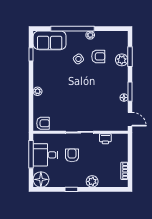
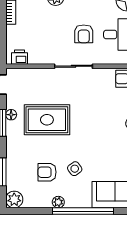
plant: (122, 60) -> (14, 199), moved
rug: (98, 94) -> (47, 120), added
printer: (105, 139) -> (19, 57), moved

